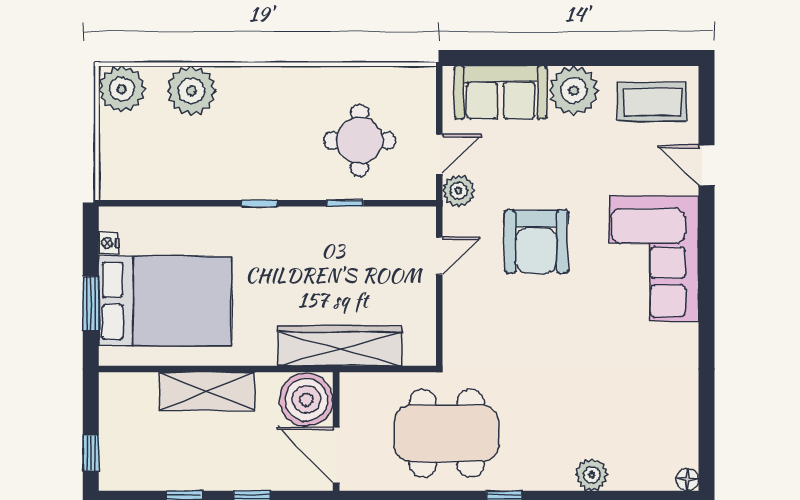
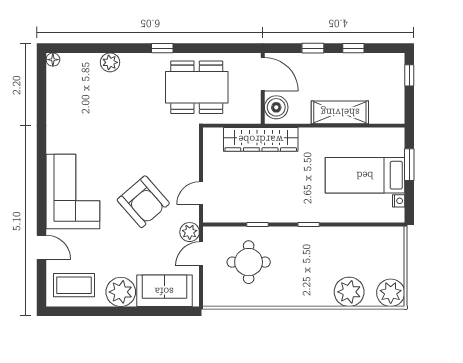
armchair: (536, 242) -> (143, 202), turned 139
bed: (165, 301) -> (365, 175), width x0.67
boiler: (306, 400) -> (276, 107), width x0.73, depth x0.73

